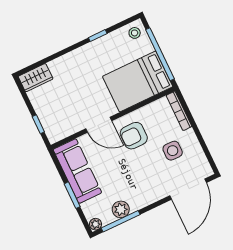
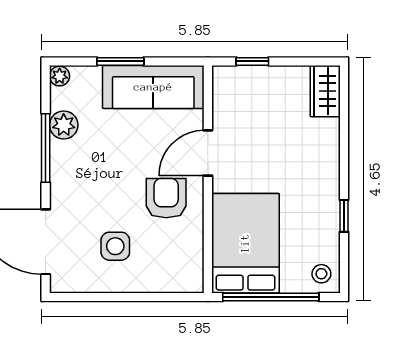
bookcase: (179, 111) -> (171, 285), removed
window: (121, 221) -> (46, 148), moved

